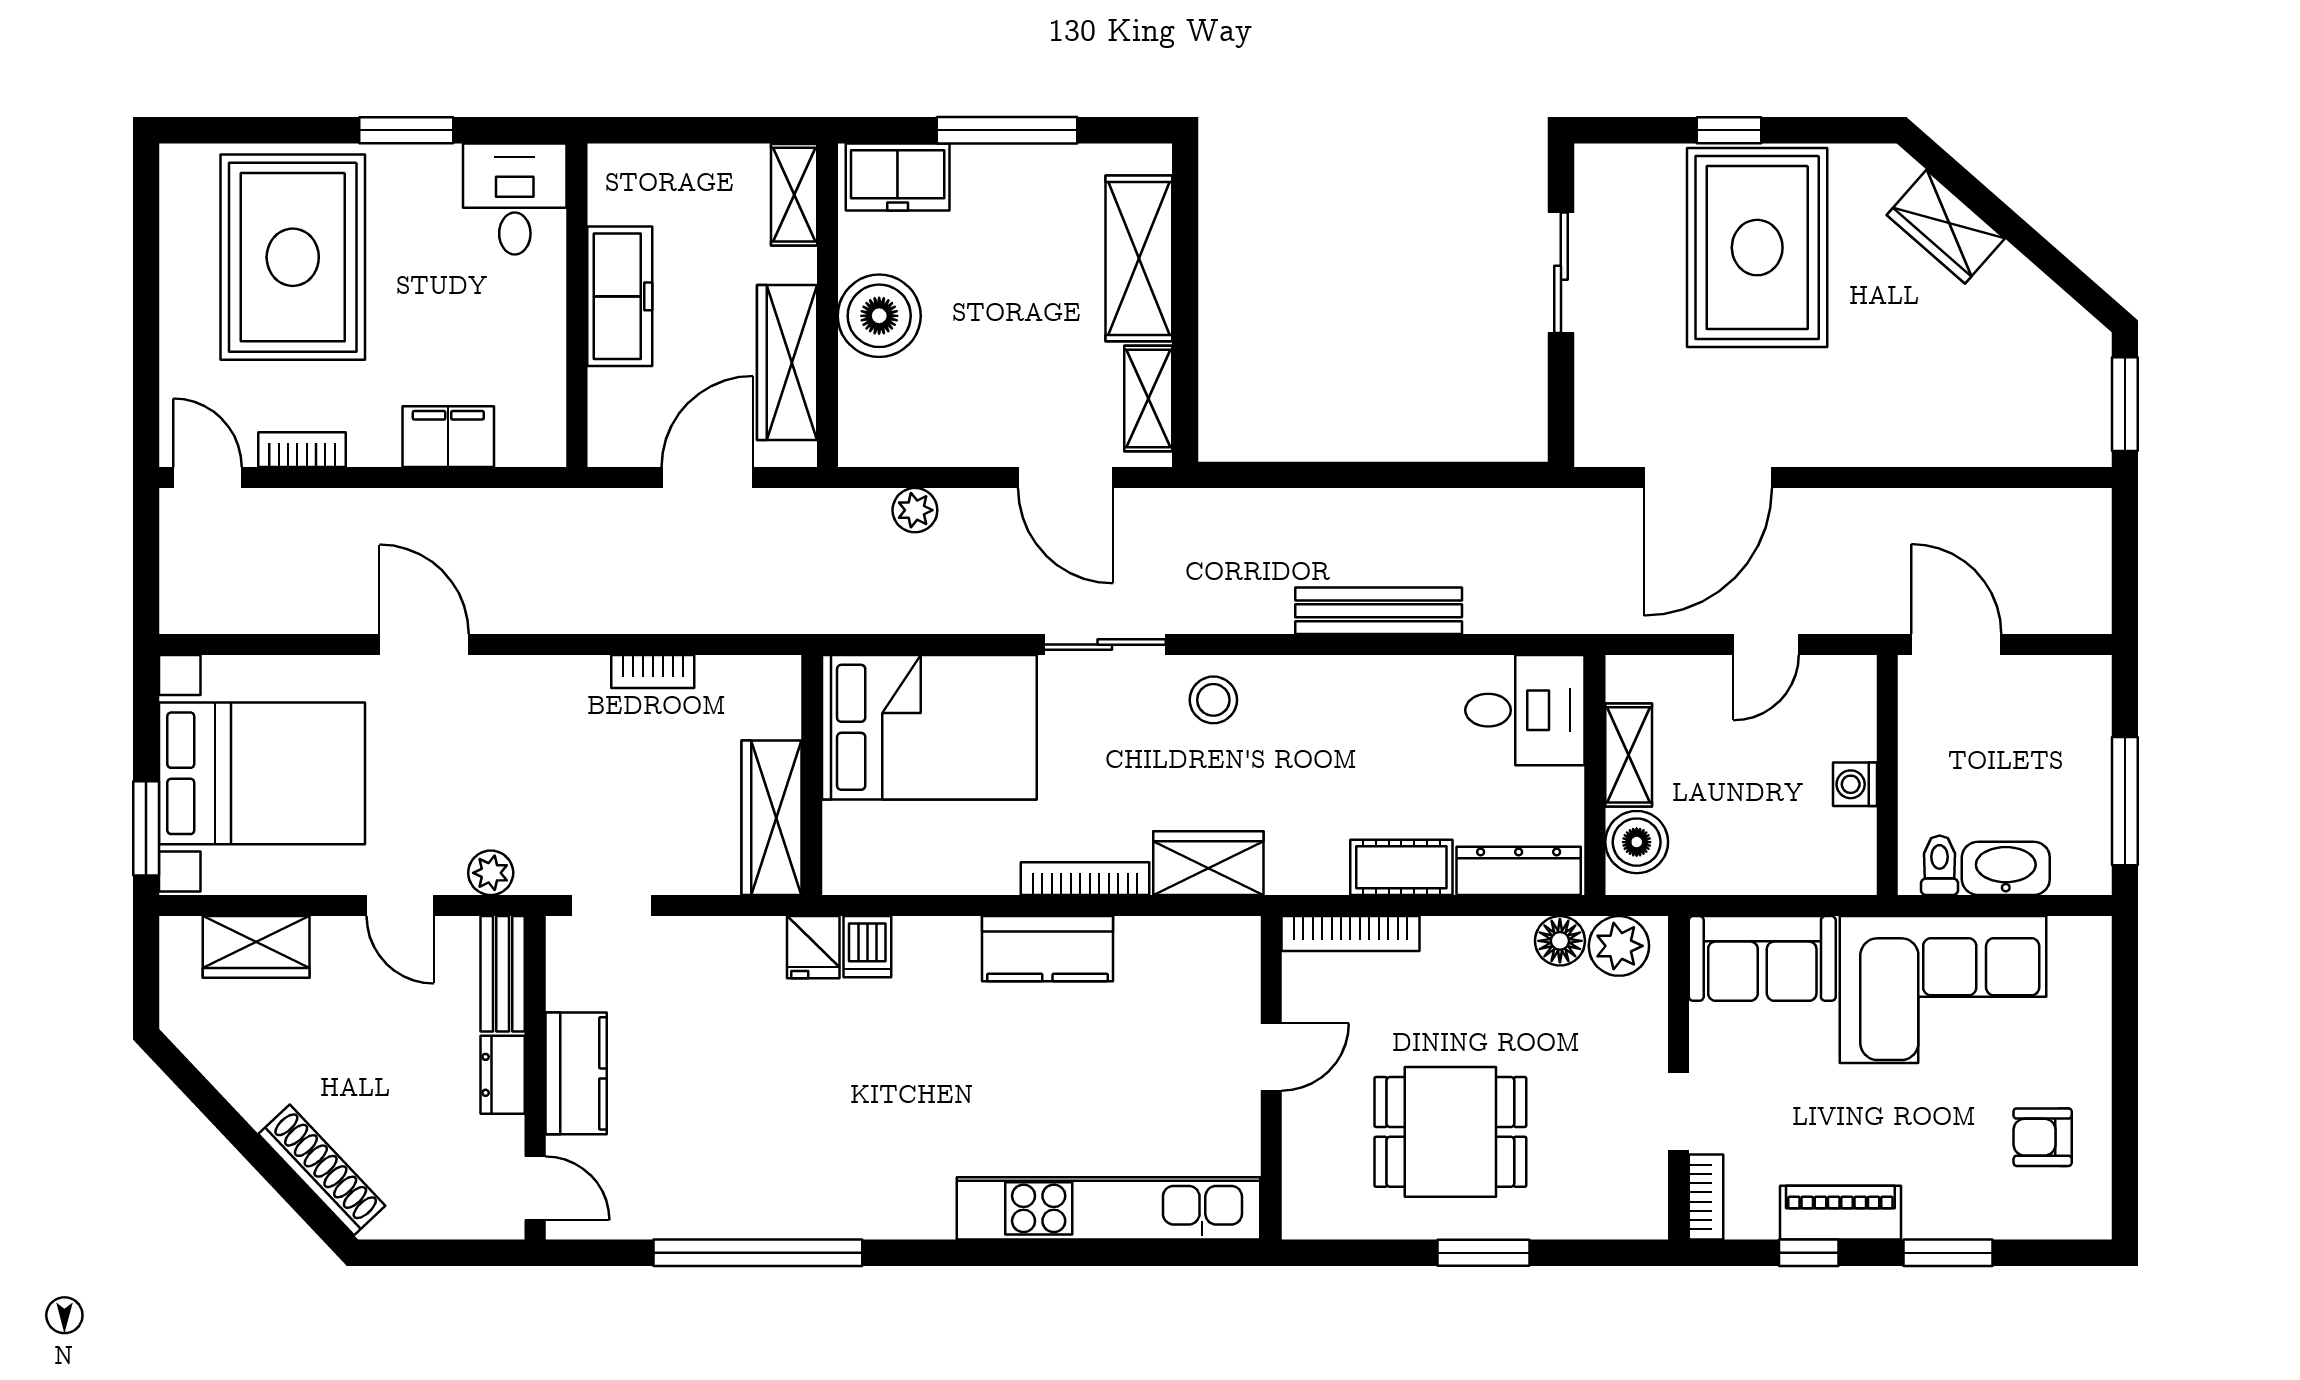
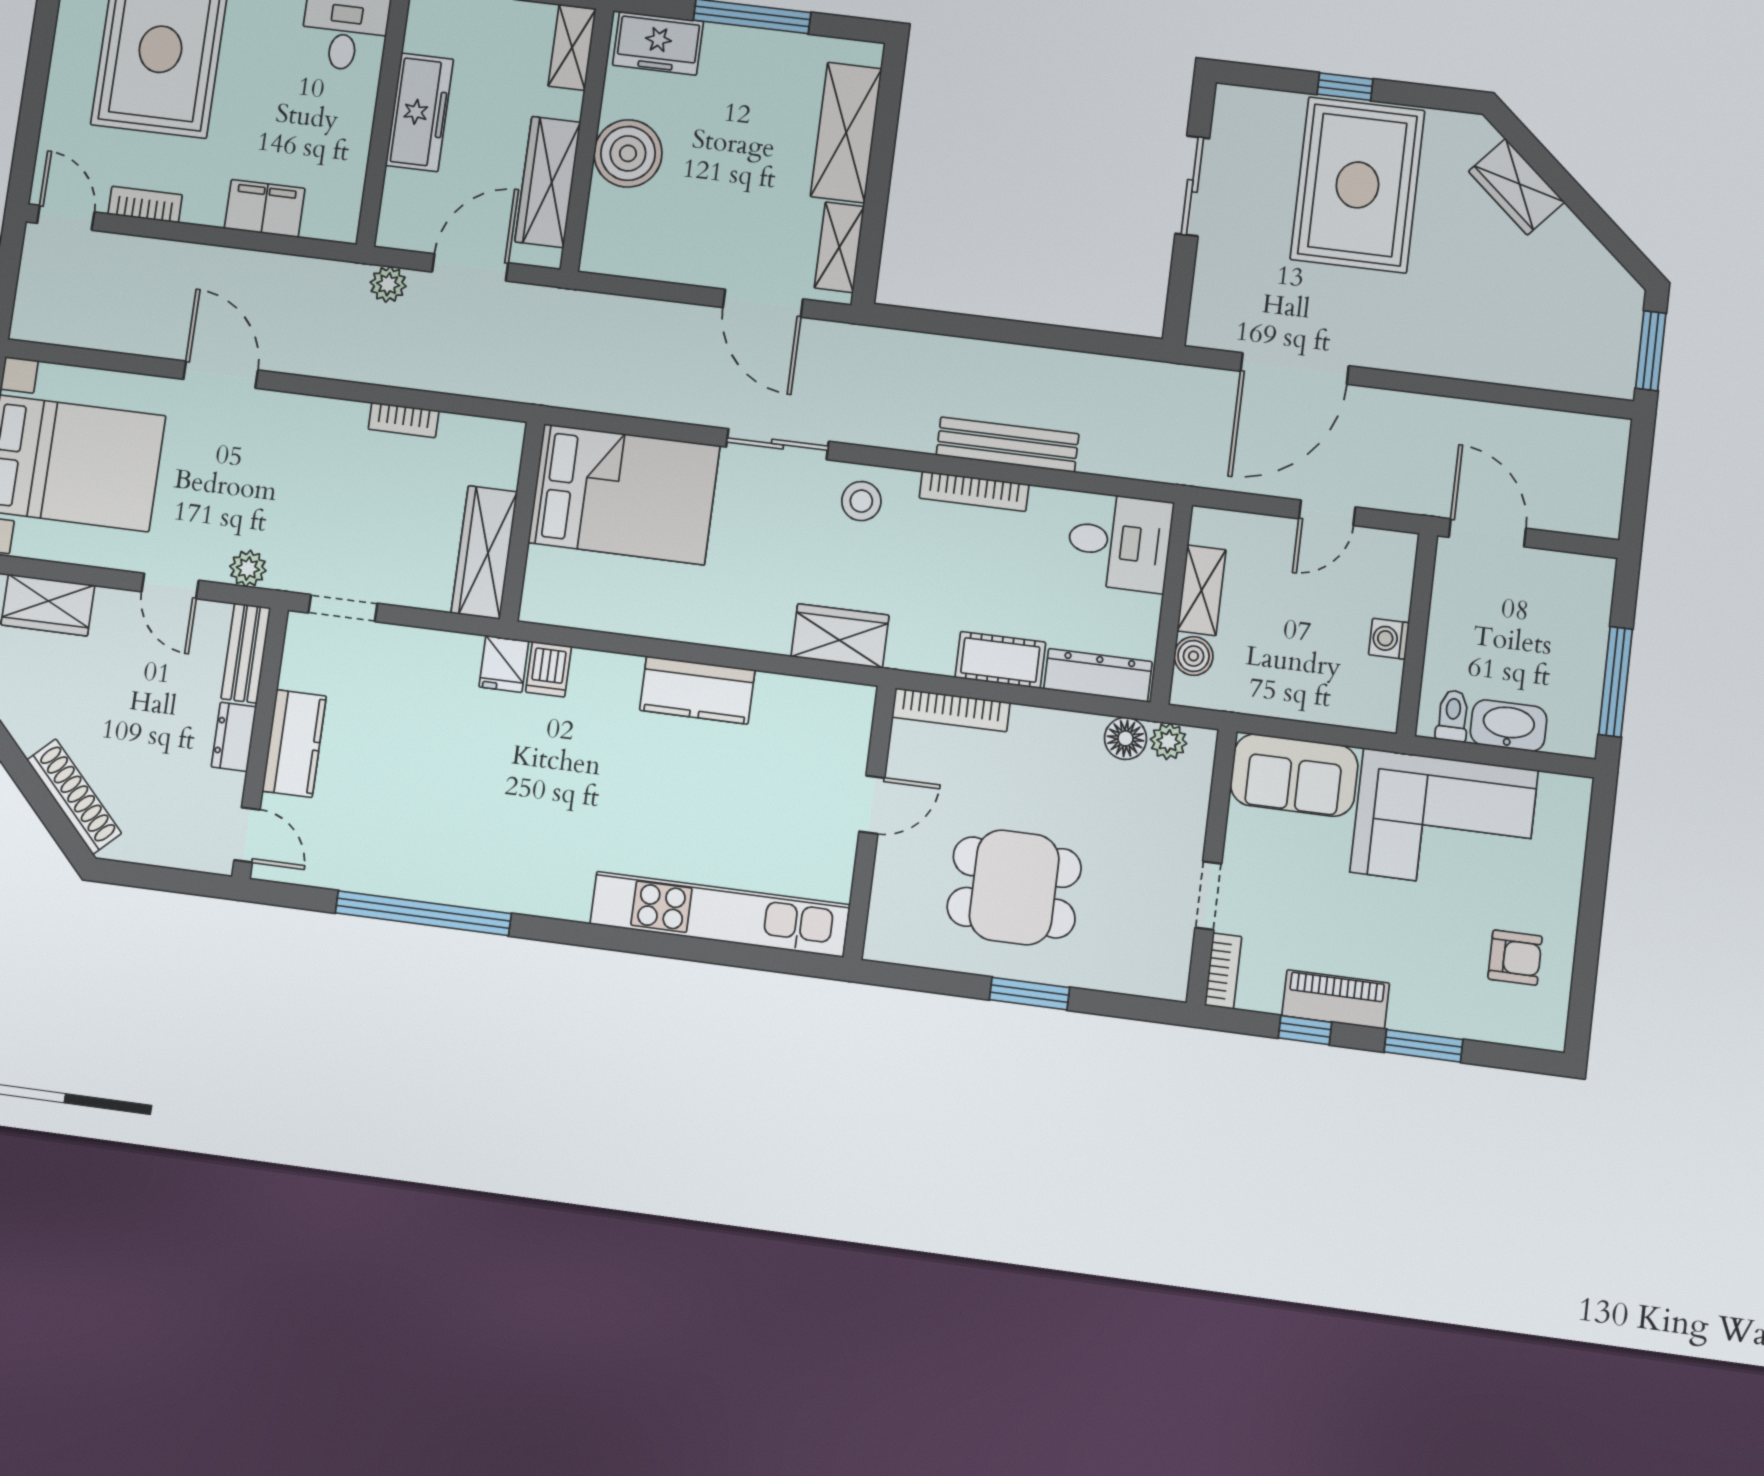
plant: (915, 510) -> (388, 284), moved
boiler: (1637, 842) -> (1194, 656), width x0.73, depth x0.73
bookcase: (1085, 879) -> (974, 491), moved, turned 180
plant: (1619, 946) -> (1168, 741), width x0.73, depth x0.73
armchair: (2043, 1137) -> (1515, 958), turned 180

